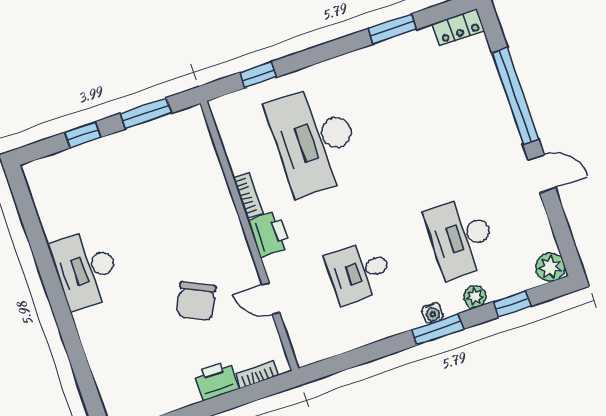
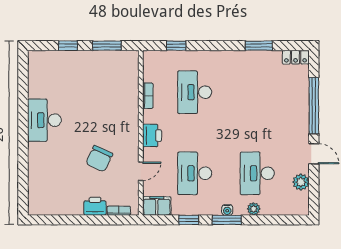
desk: (314, 140) -> (195, 92), width x0.73, depth x0.77
bookcase: (248, 195) -> (148, 96), moved
plant: (550, 267) -> (301, 182), moved
desk: (359, 272) -> (195, 173), width x1.37
door: (271, 298) -> (141, 171), swing flipped
window: (512, 304) -> (189, 220), moved
filing cabinet: (316, 346) -> (157, 206), added

